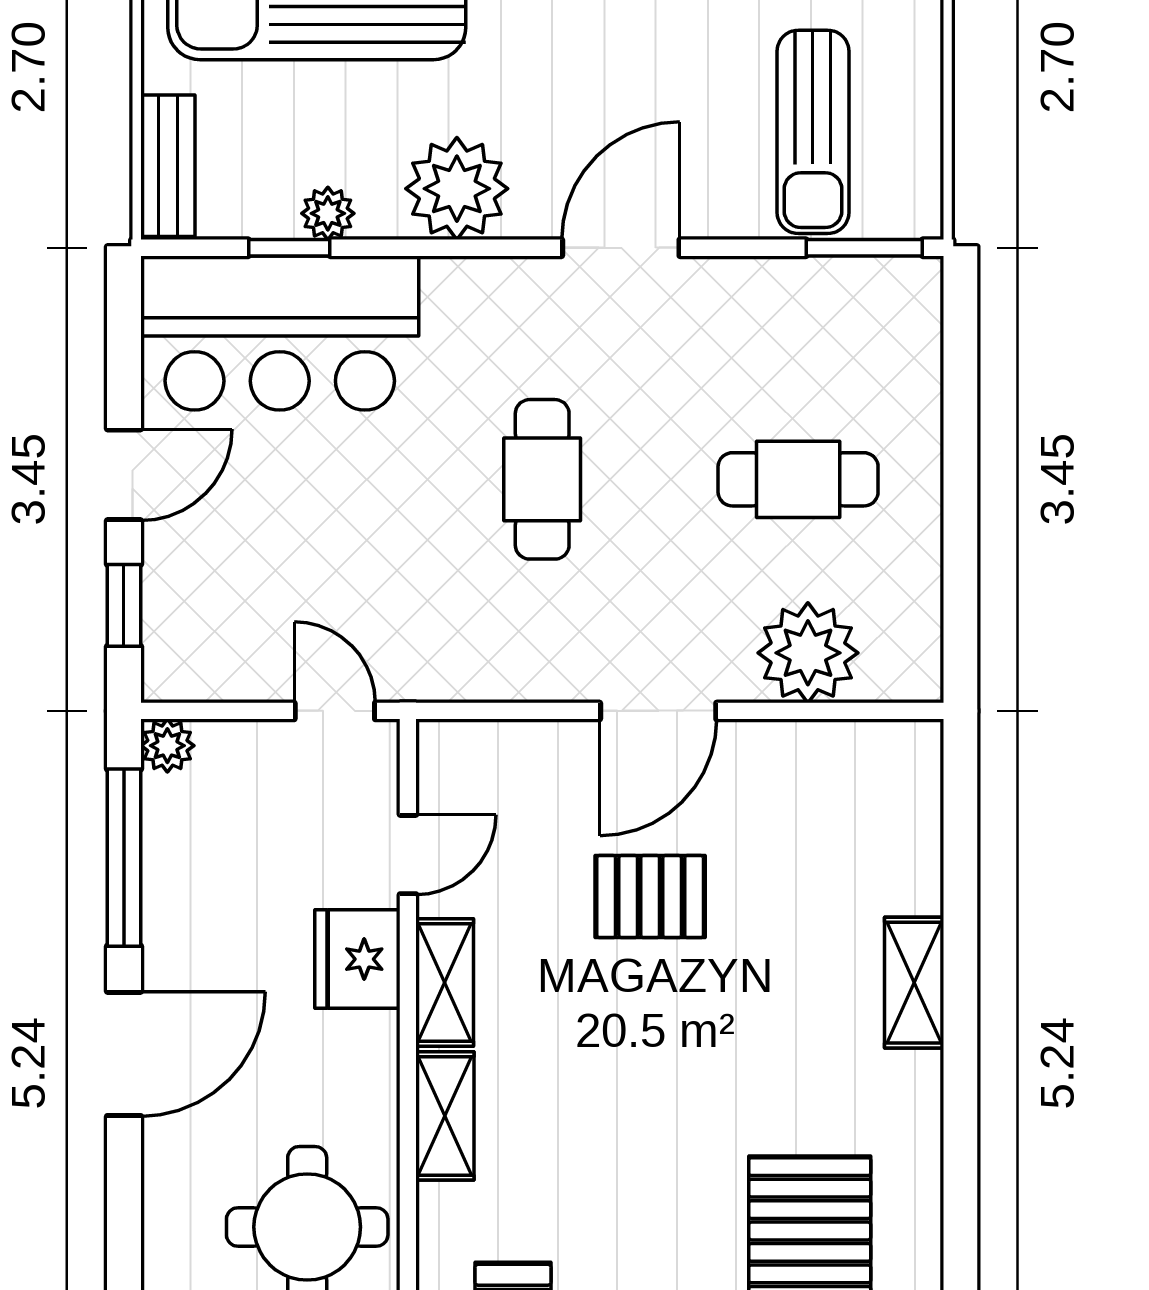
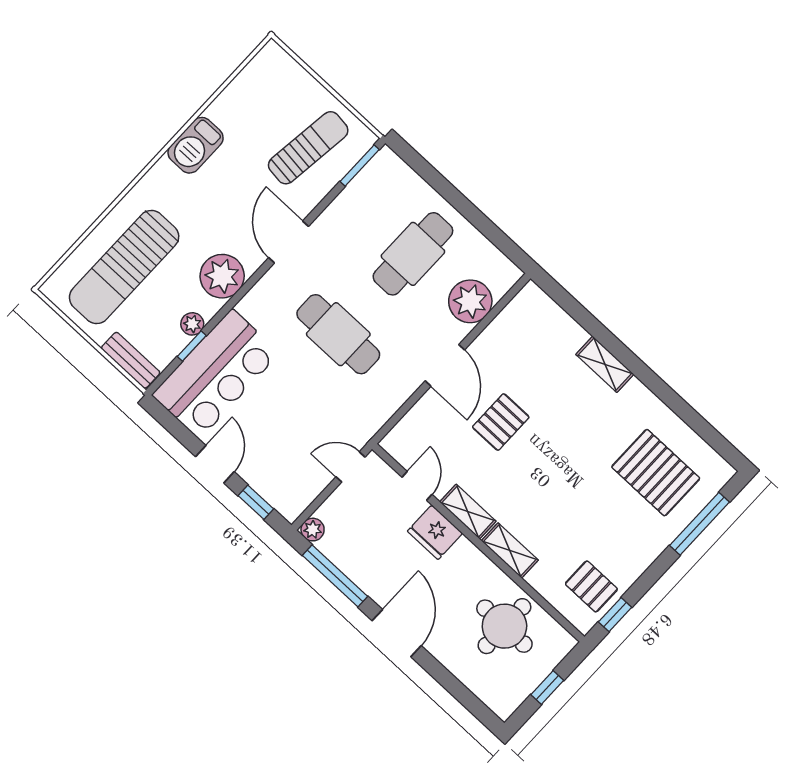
sun lounger: (813, 132) -> (308, 148), turned -83
cafe table: (542, 479) -> (338, 334), width x1.37, depth x1.35
cafe table: (798, 479) -> (413, 254), width x1.37, depth x1.35

